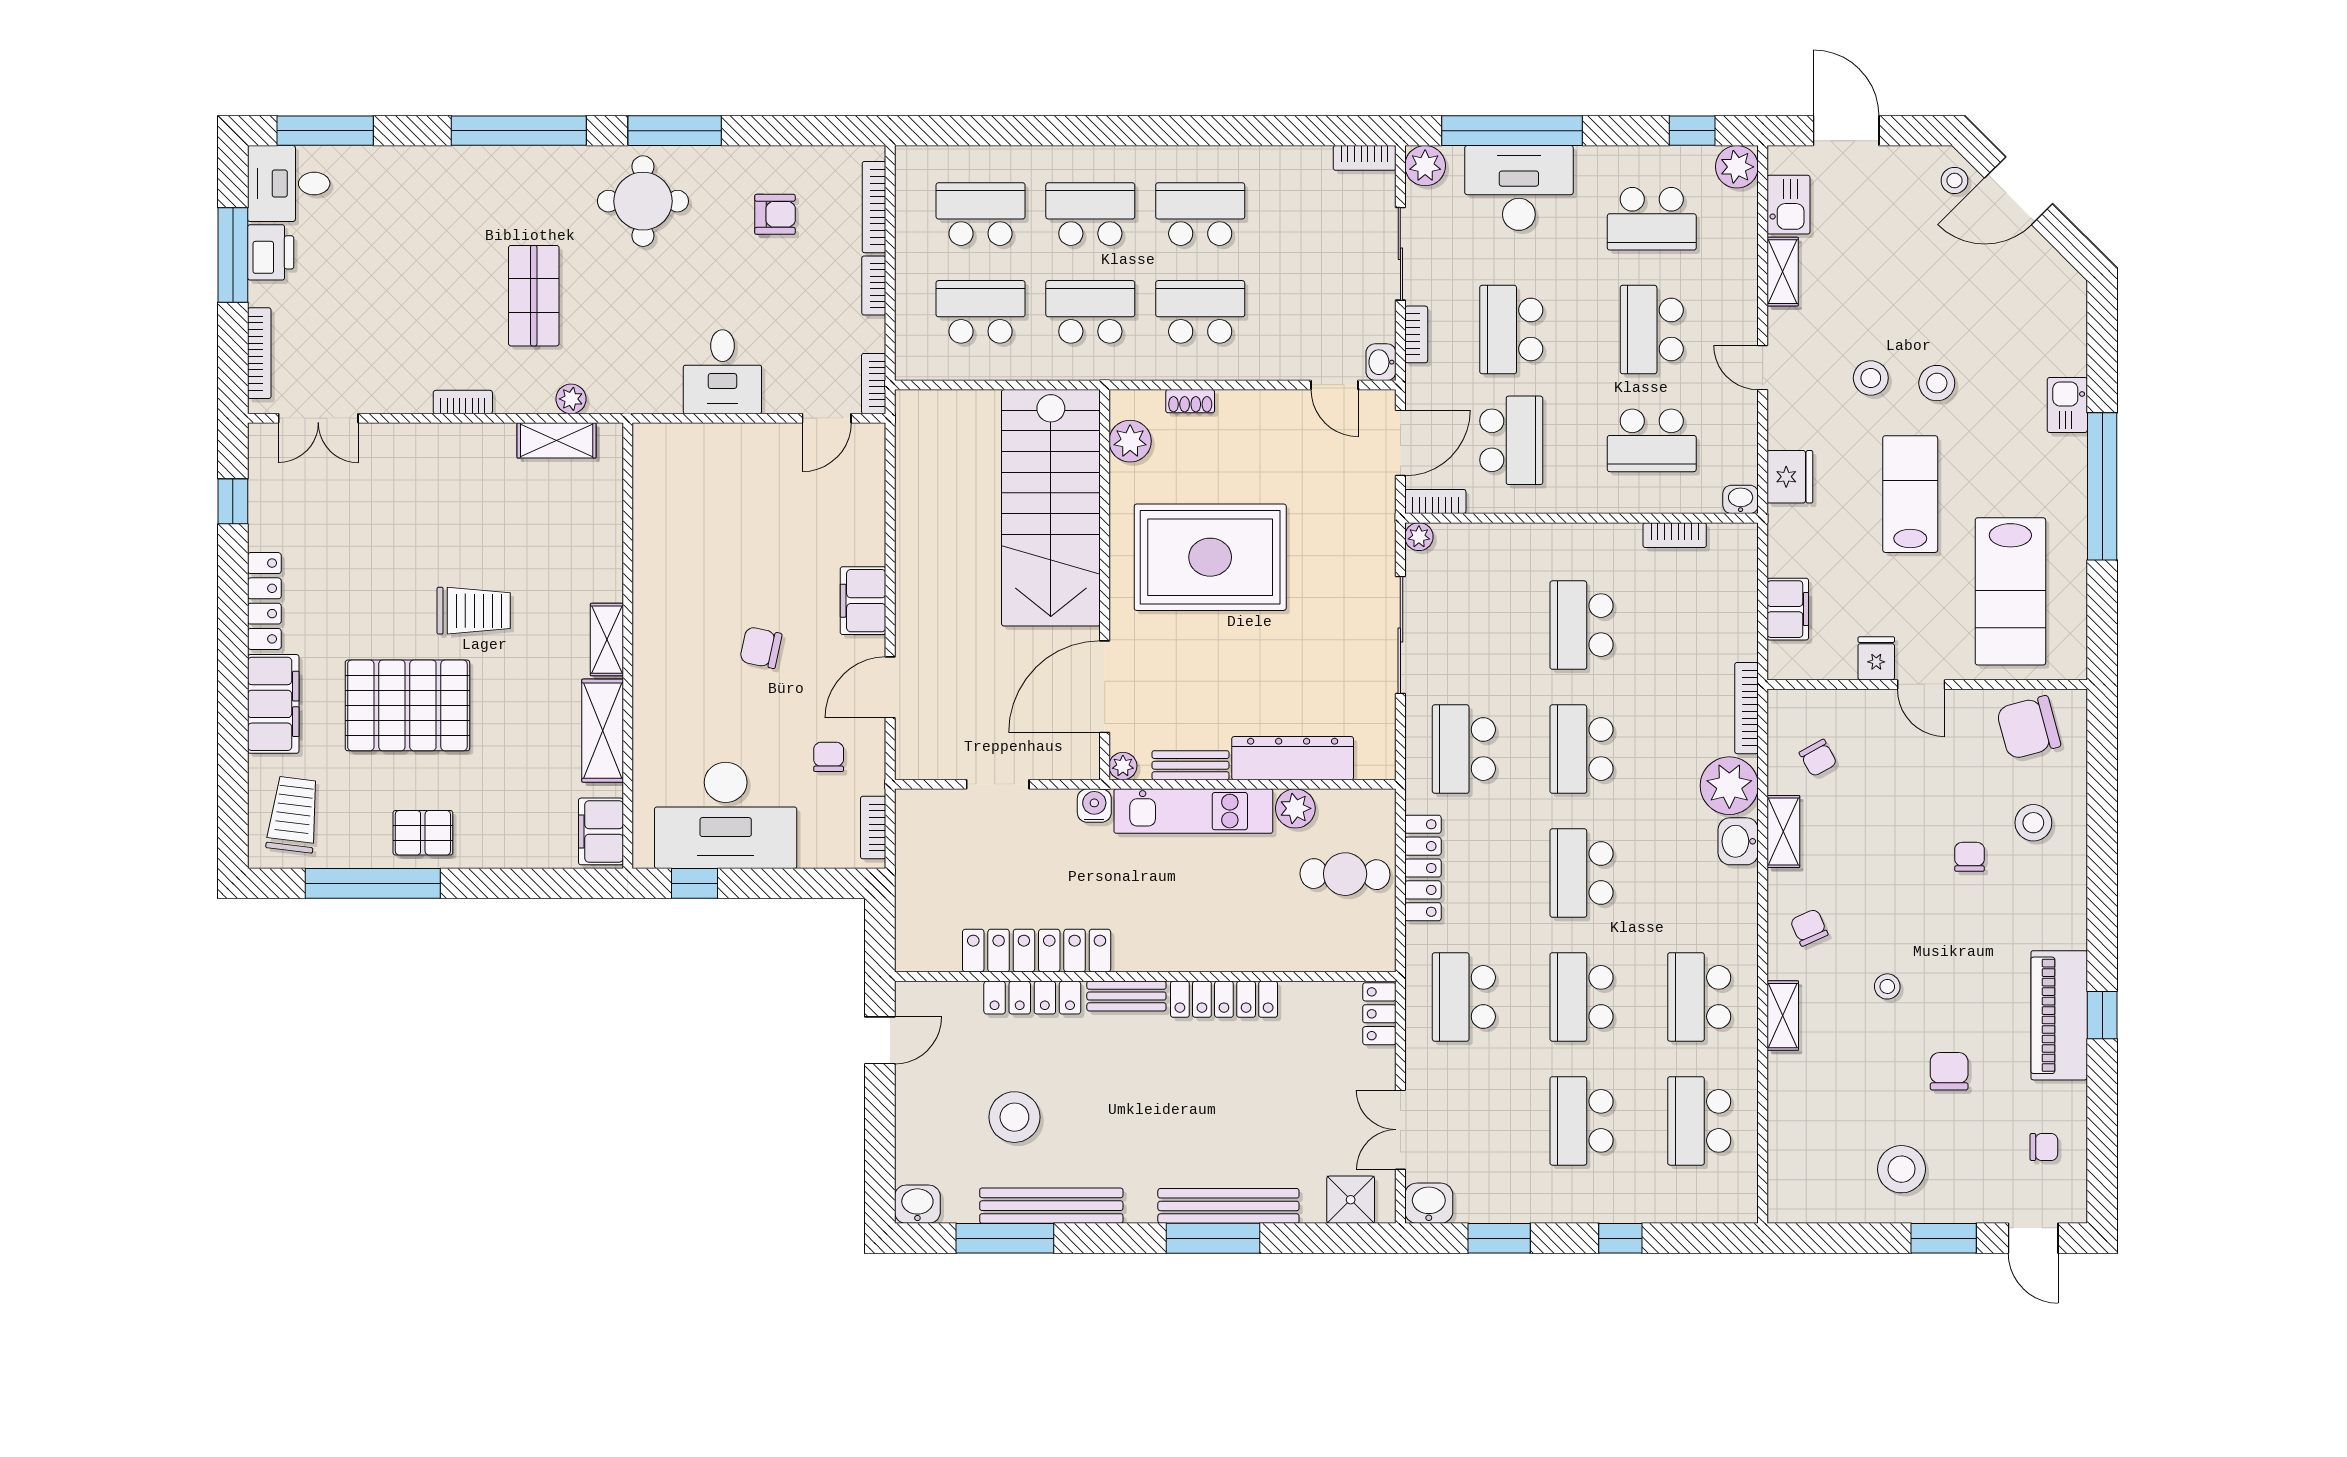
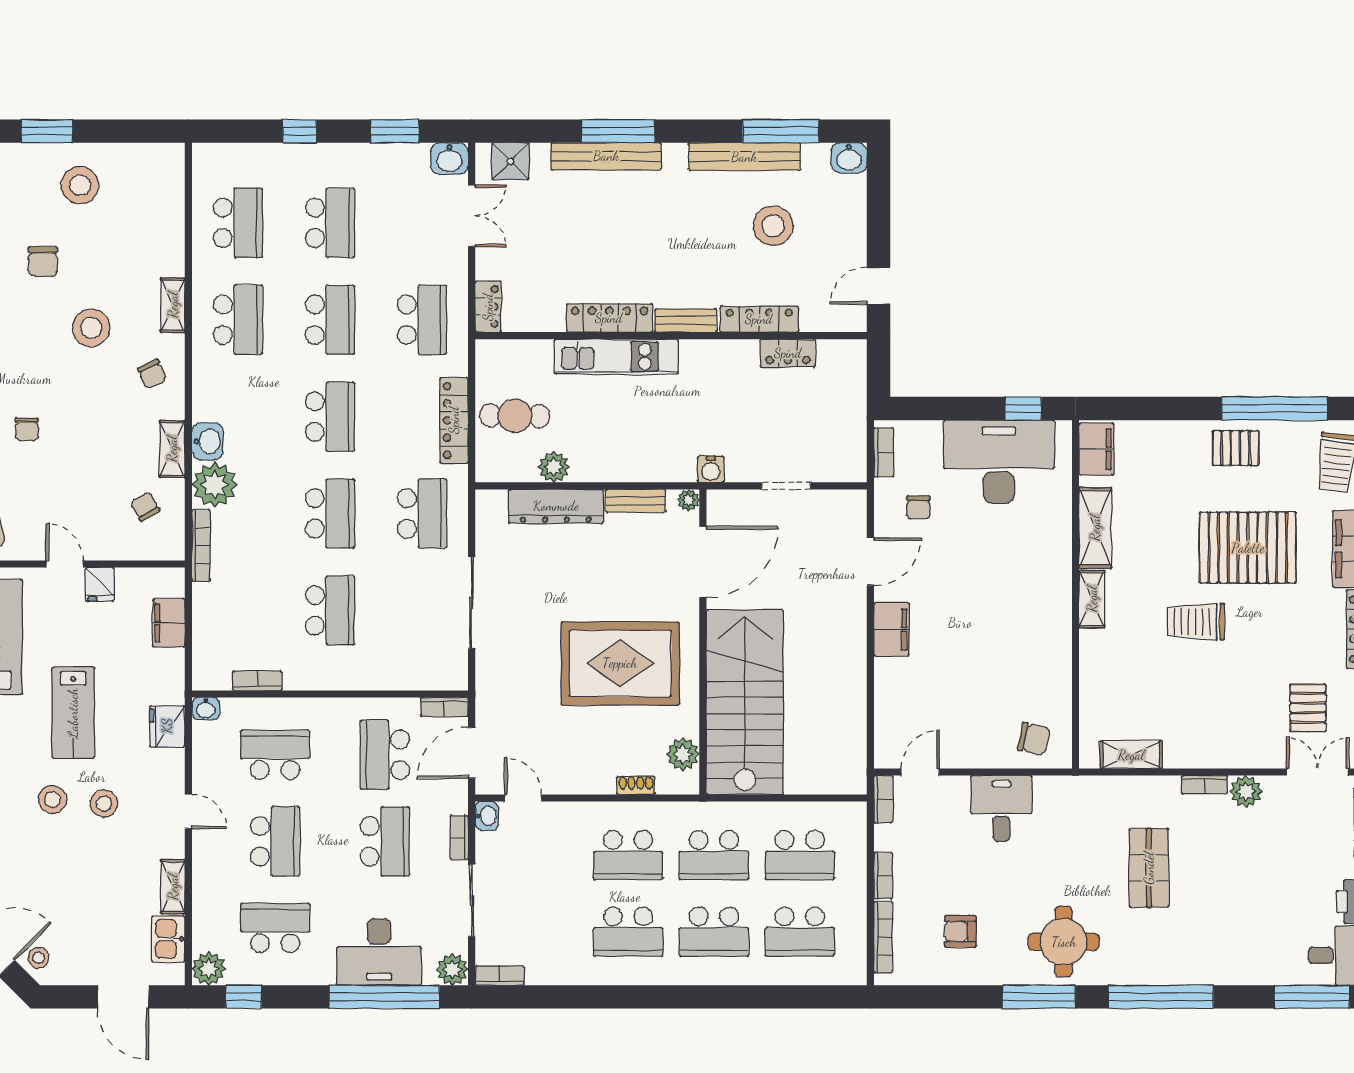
plant: (571, 399) -> (1246, 792), moved, width x1.38, depth x1.38
pallet: (330, 500) -> (1308, 708), added
plant: (1419, 537) -> (457, 680), removed
chair: (761, 648) -> (1034, 739), moved
kitchen unit: (1193, 811) -> (616, 357), moved, turned 180
locker: (1037, 951) -> (788, 353), width x0.46, depth x0.83
stool: (1887, 986) -> (91, 328), width x1.89, depth x1.89

